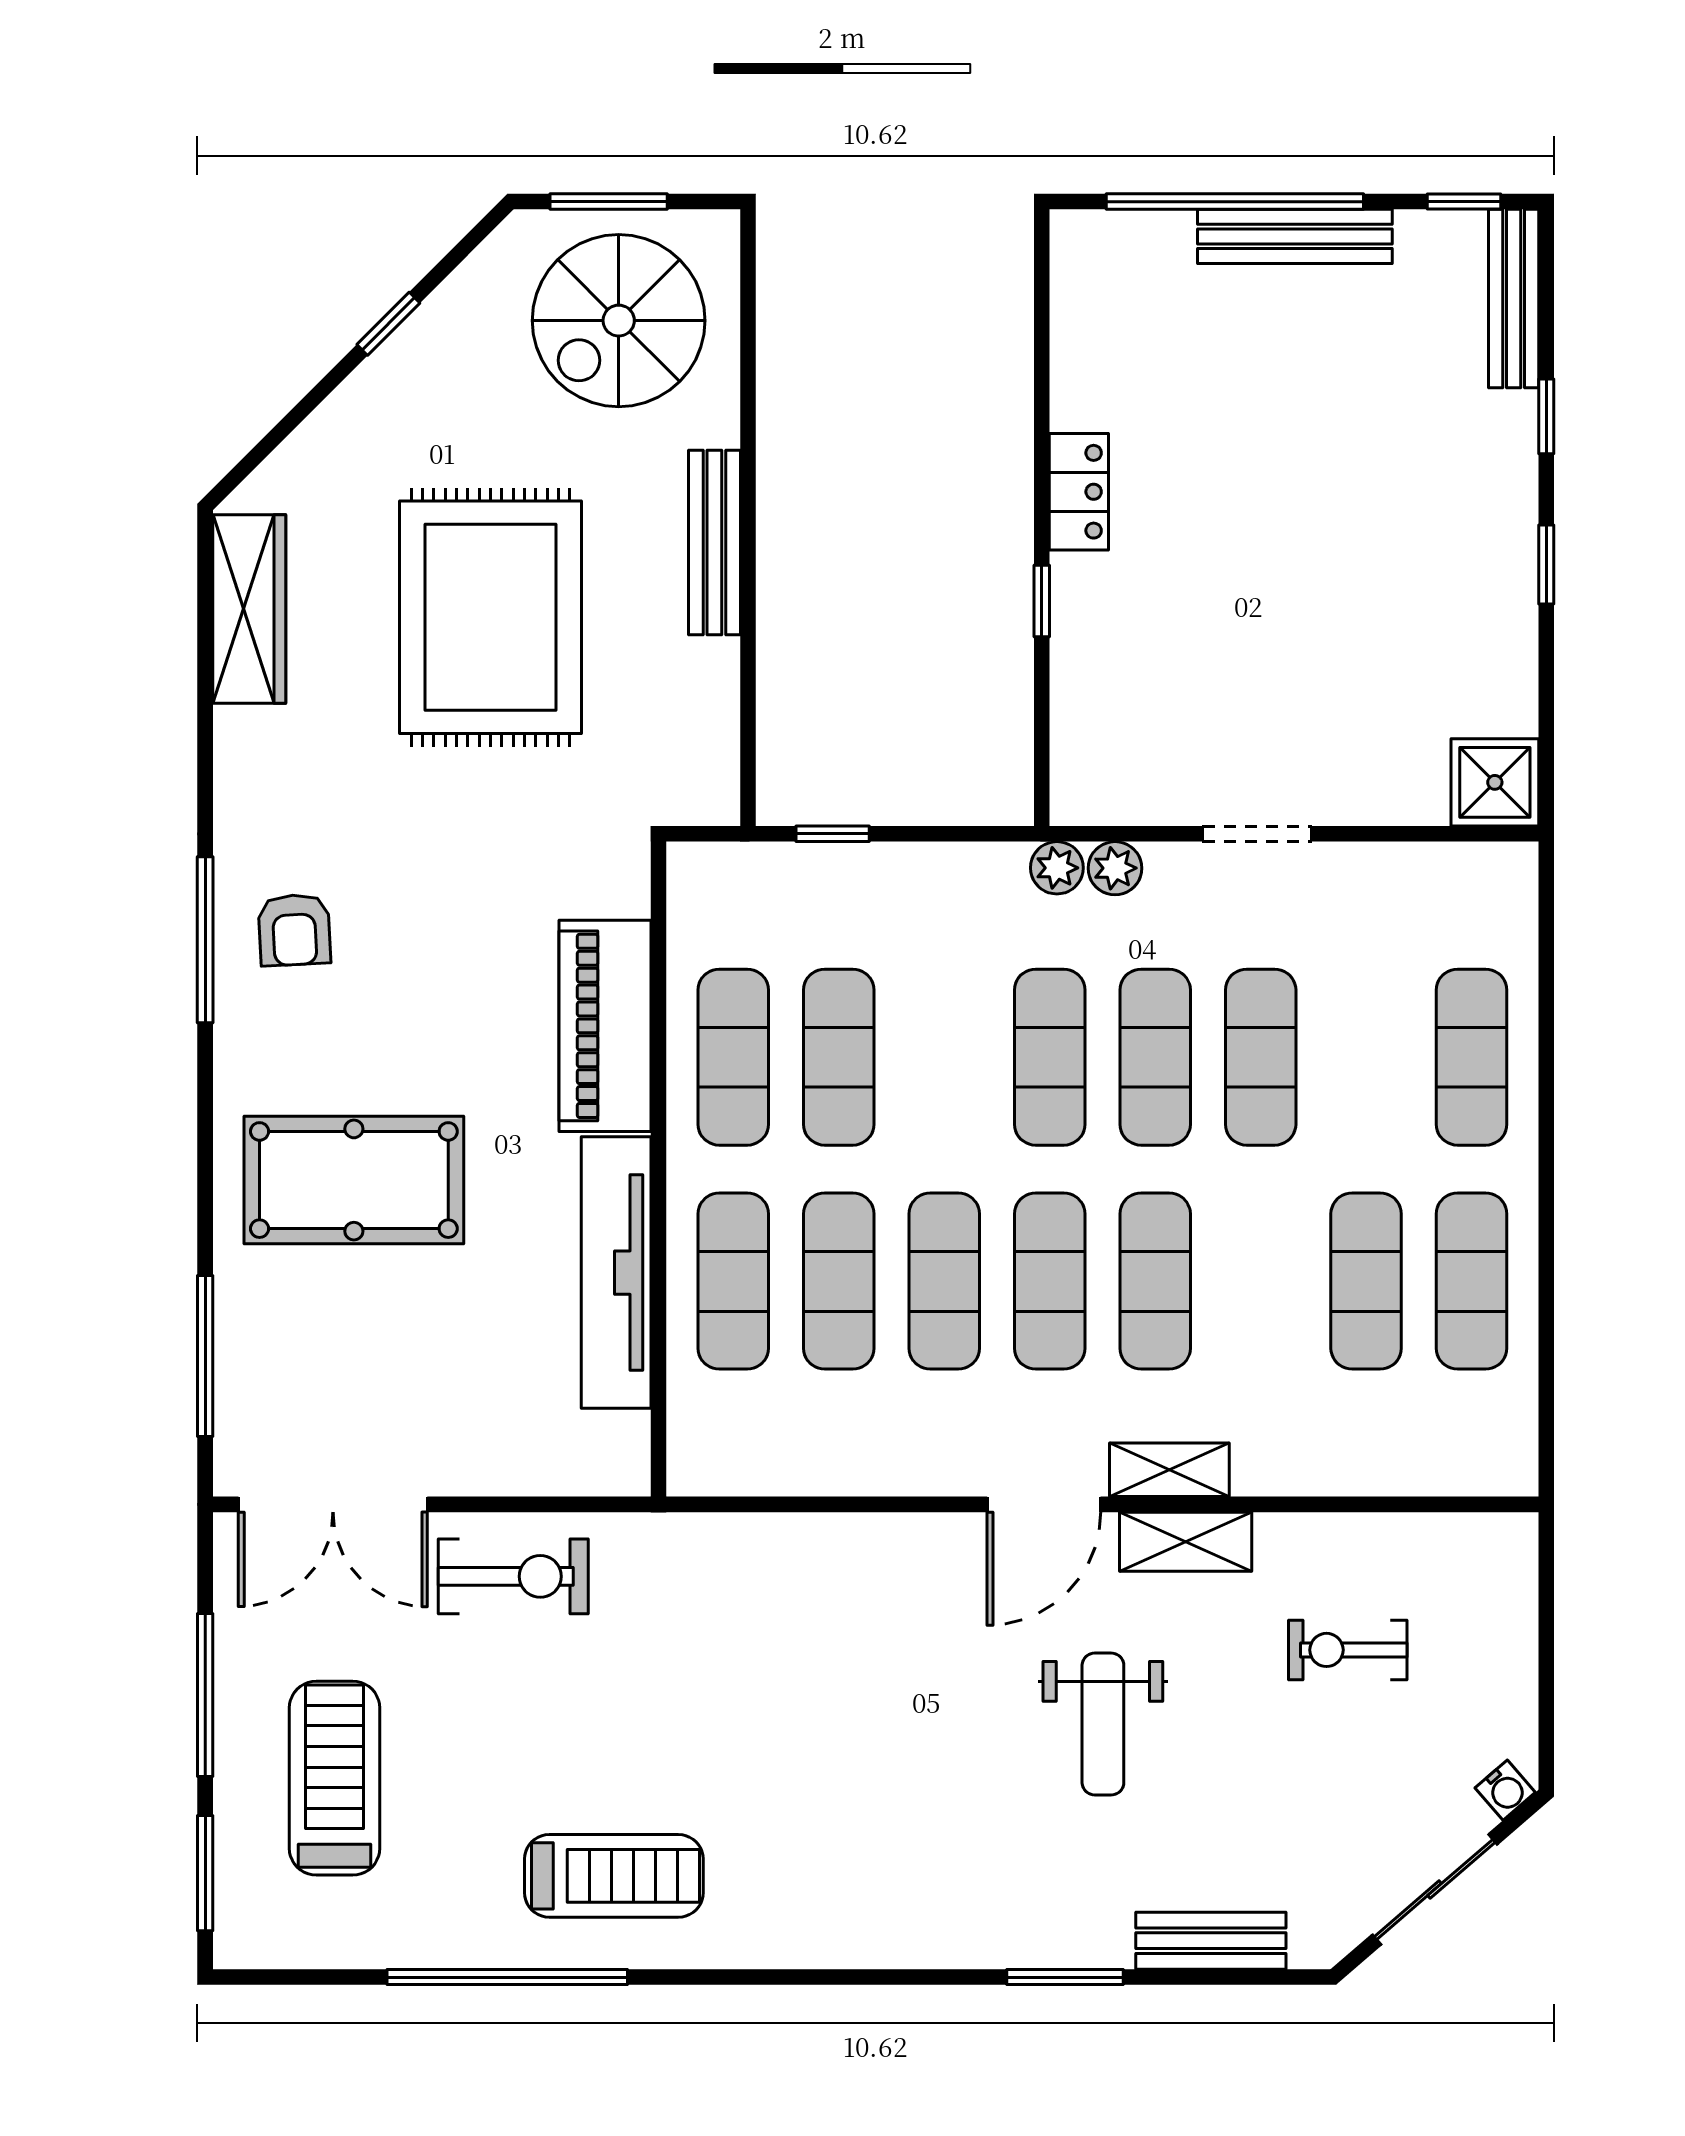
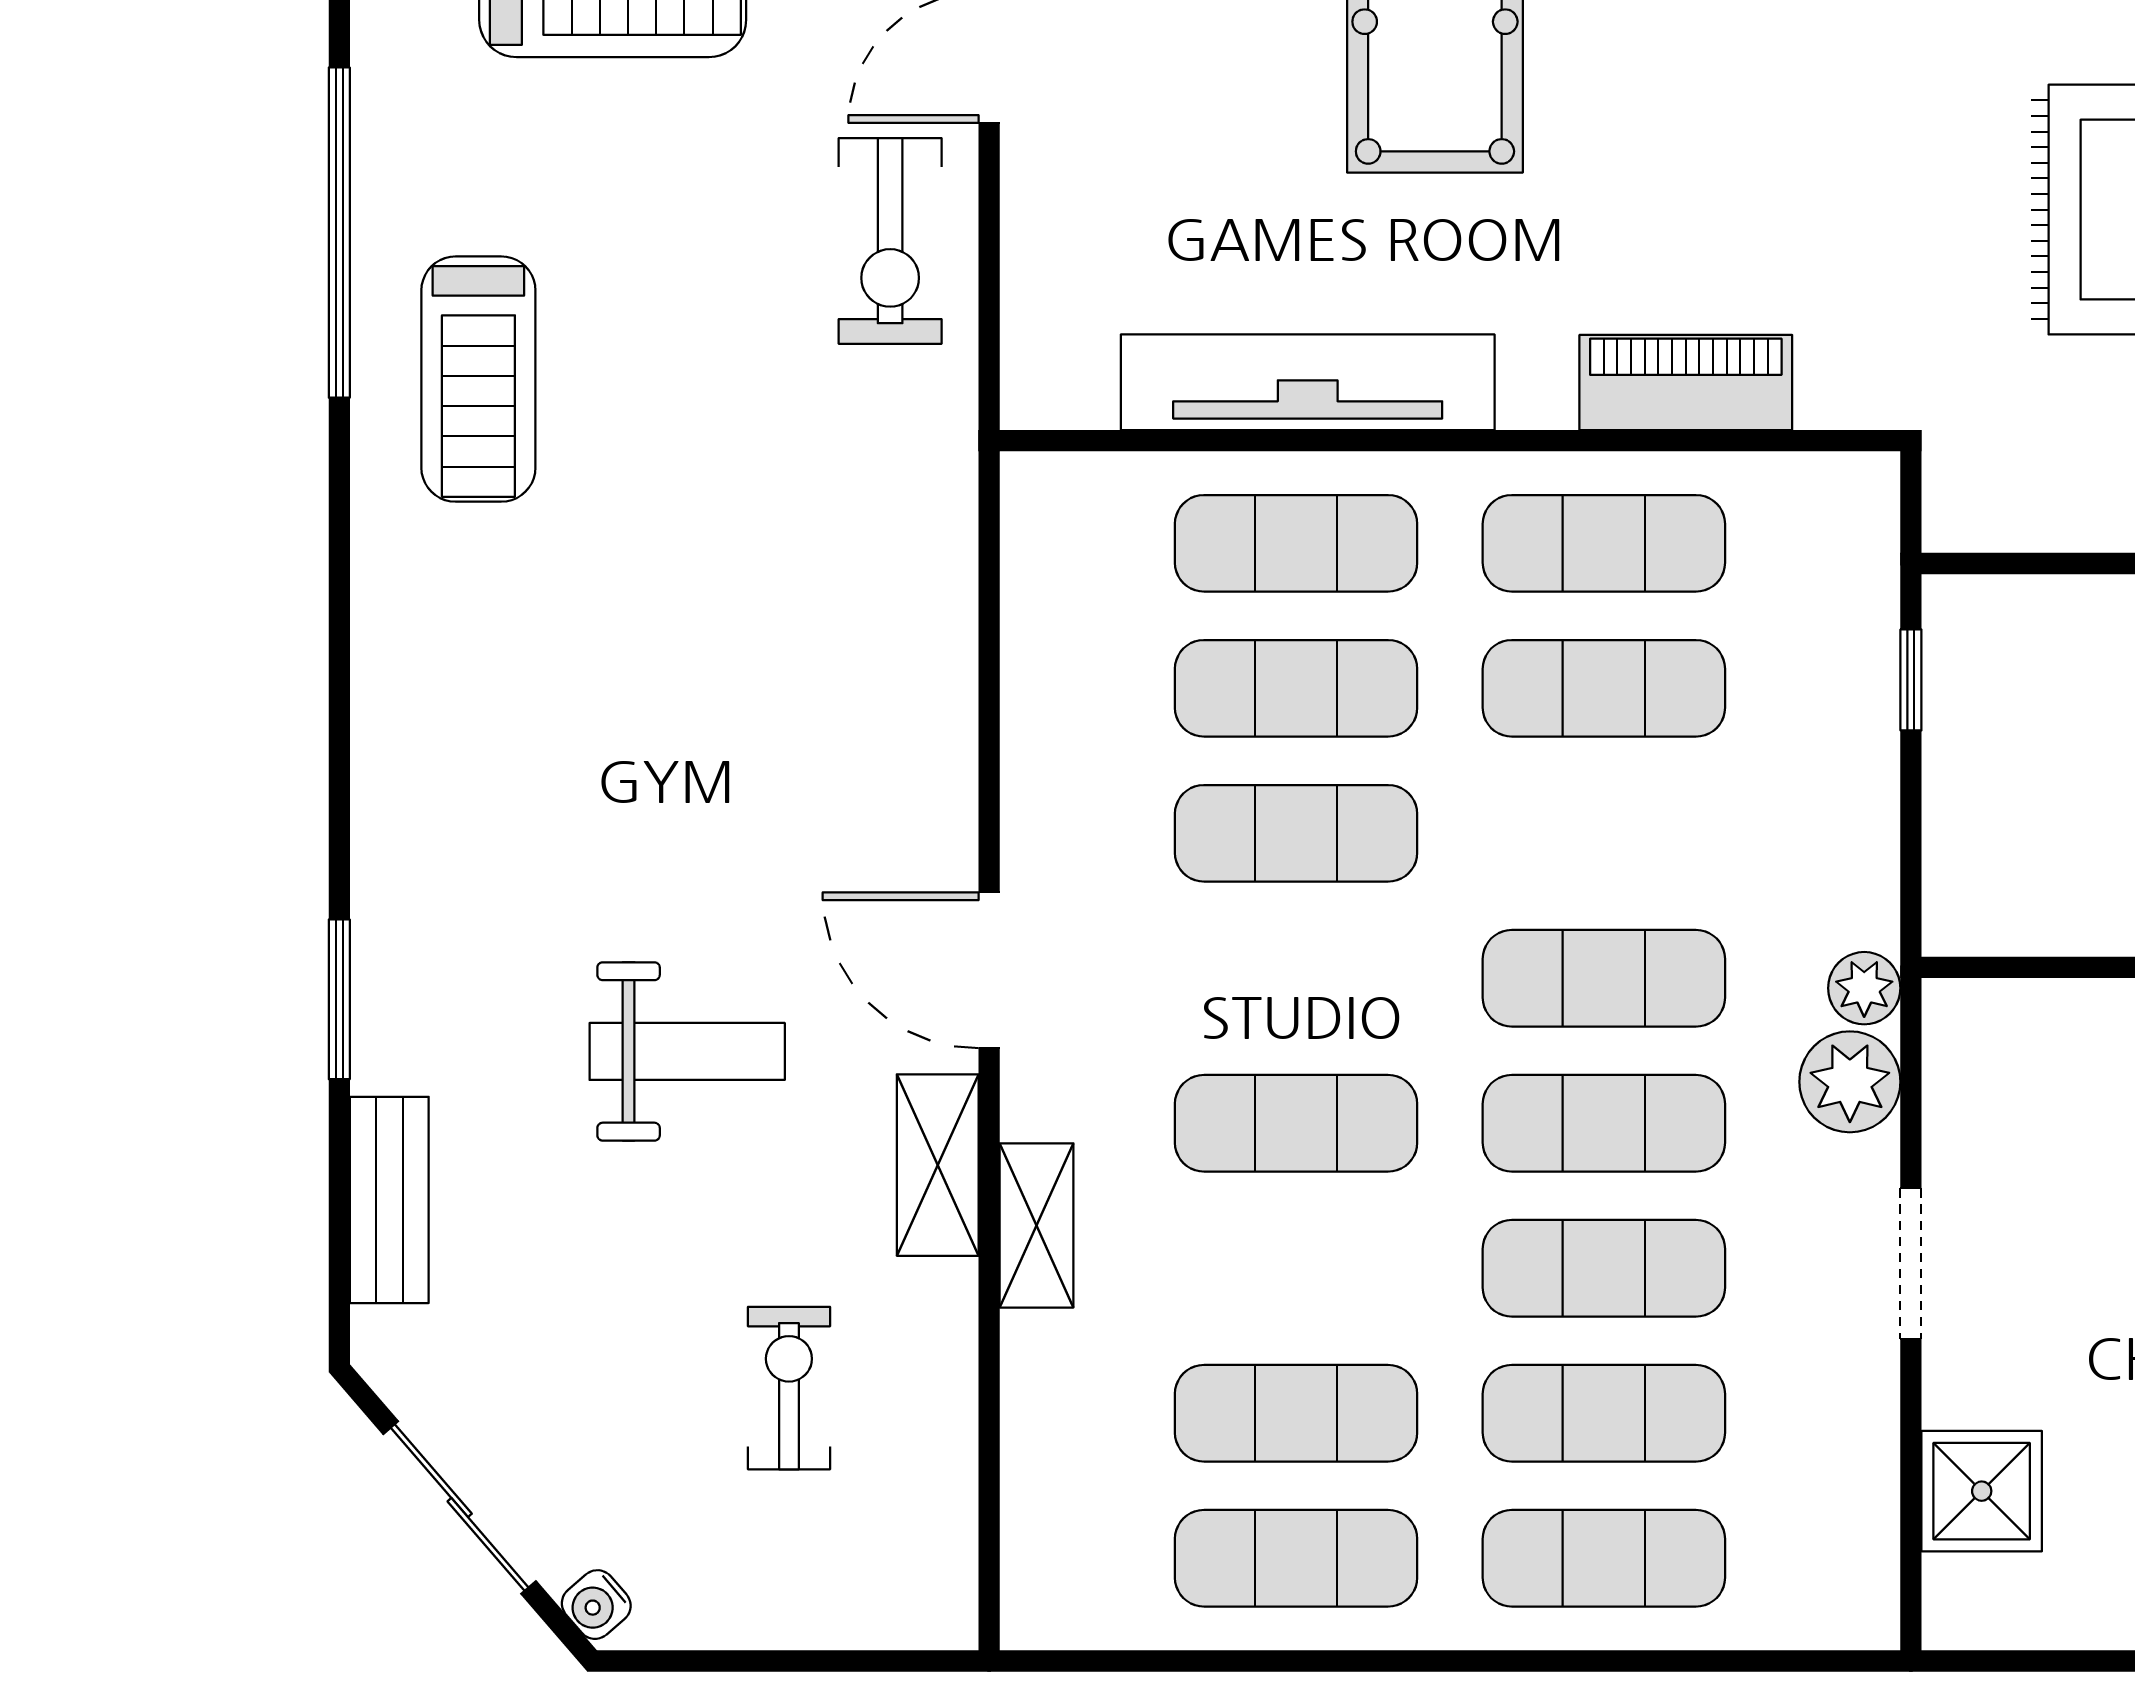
shower: (1495, 782) -> (1982, 1491), moved
plant: (1115, 868) -> (1850, 1082), width x1.38, depth x1.38
piano: (605, 1026) -> (1686, 382), width x0.73, depth x0.75
exercise mat: (1050, 1281) -> (1604, 1413), moved
shelving: (1169, 1470) -> (1037, 1225), moved
weight bench: (1103, 1724) -> (687, 1051), turned 180

